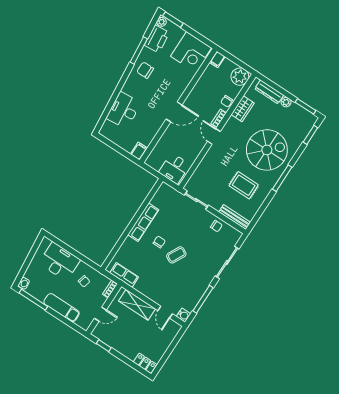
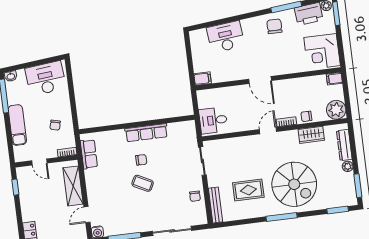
rug: (244, 185) -> (248, 190), turned 90
desk: (60, 262) -> (46, 78), moved, turned -95

